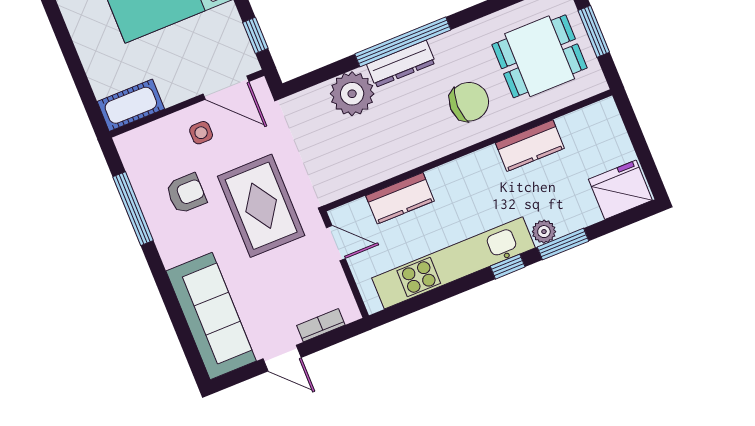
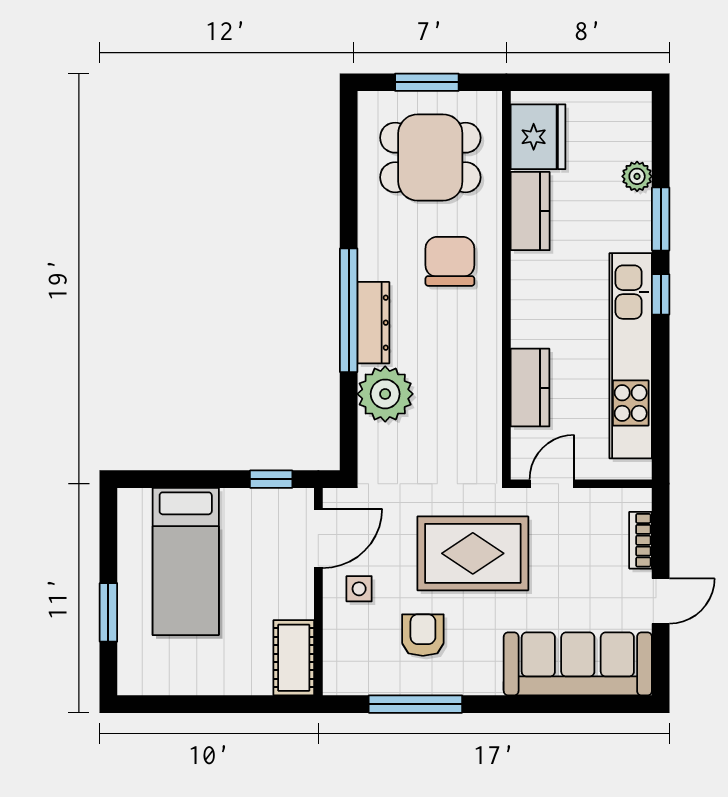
dining table: (540, 56) -> (430, 157), turned 90
fridge: (620, 190) -> (538, 137), moved, turned 180
plant: (544, 232) -> (637, 176), moved

